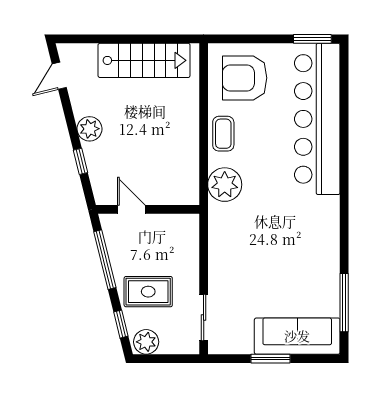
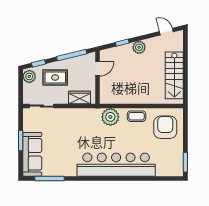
bar counter: (317, 119) -> (116, 165), moved
wardrobe: (187, 244) -> (79, 98), added
rug: (148, 292) -> (55, 78), turned 90

